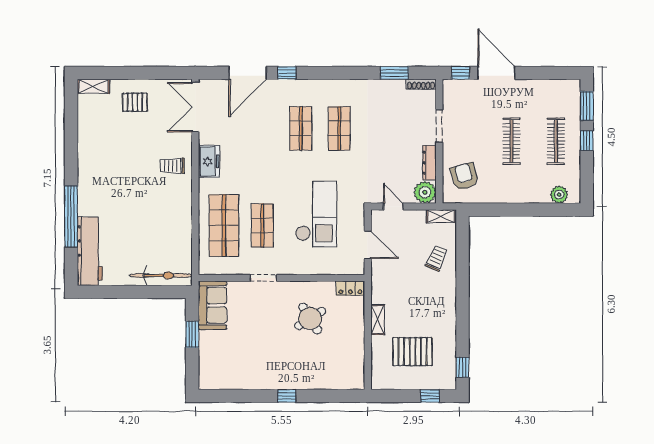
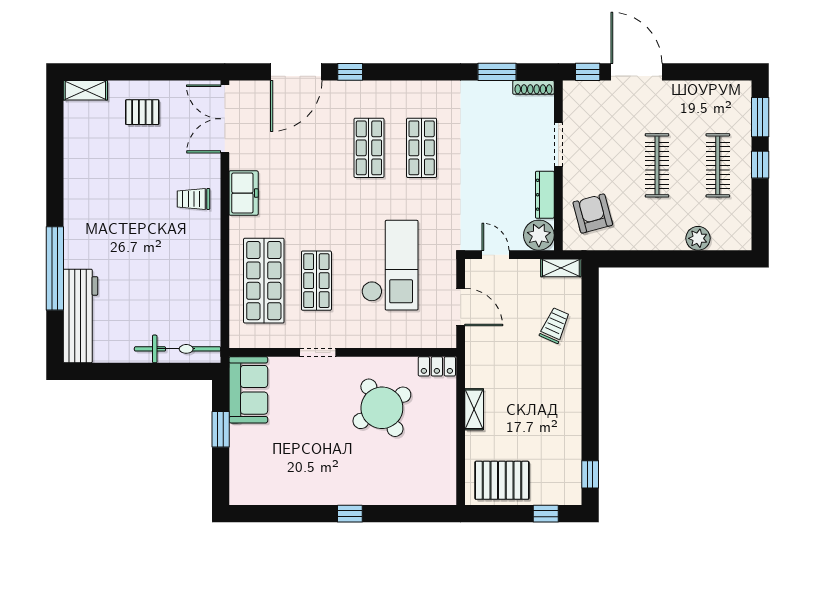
plant: (559, 195) -> (698, 238), moved
round table: (310, 318) -> (382, 408), width x1.36, depth x1.36
pallet: (412, 352) -> (502, 480), moved

